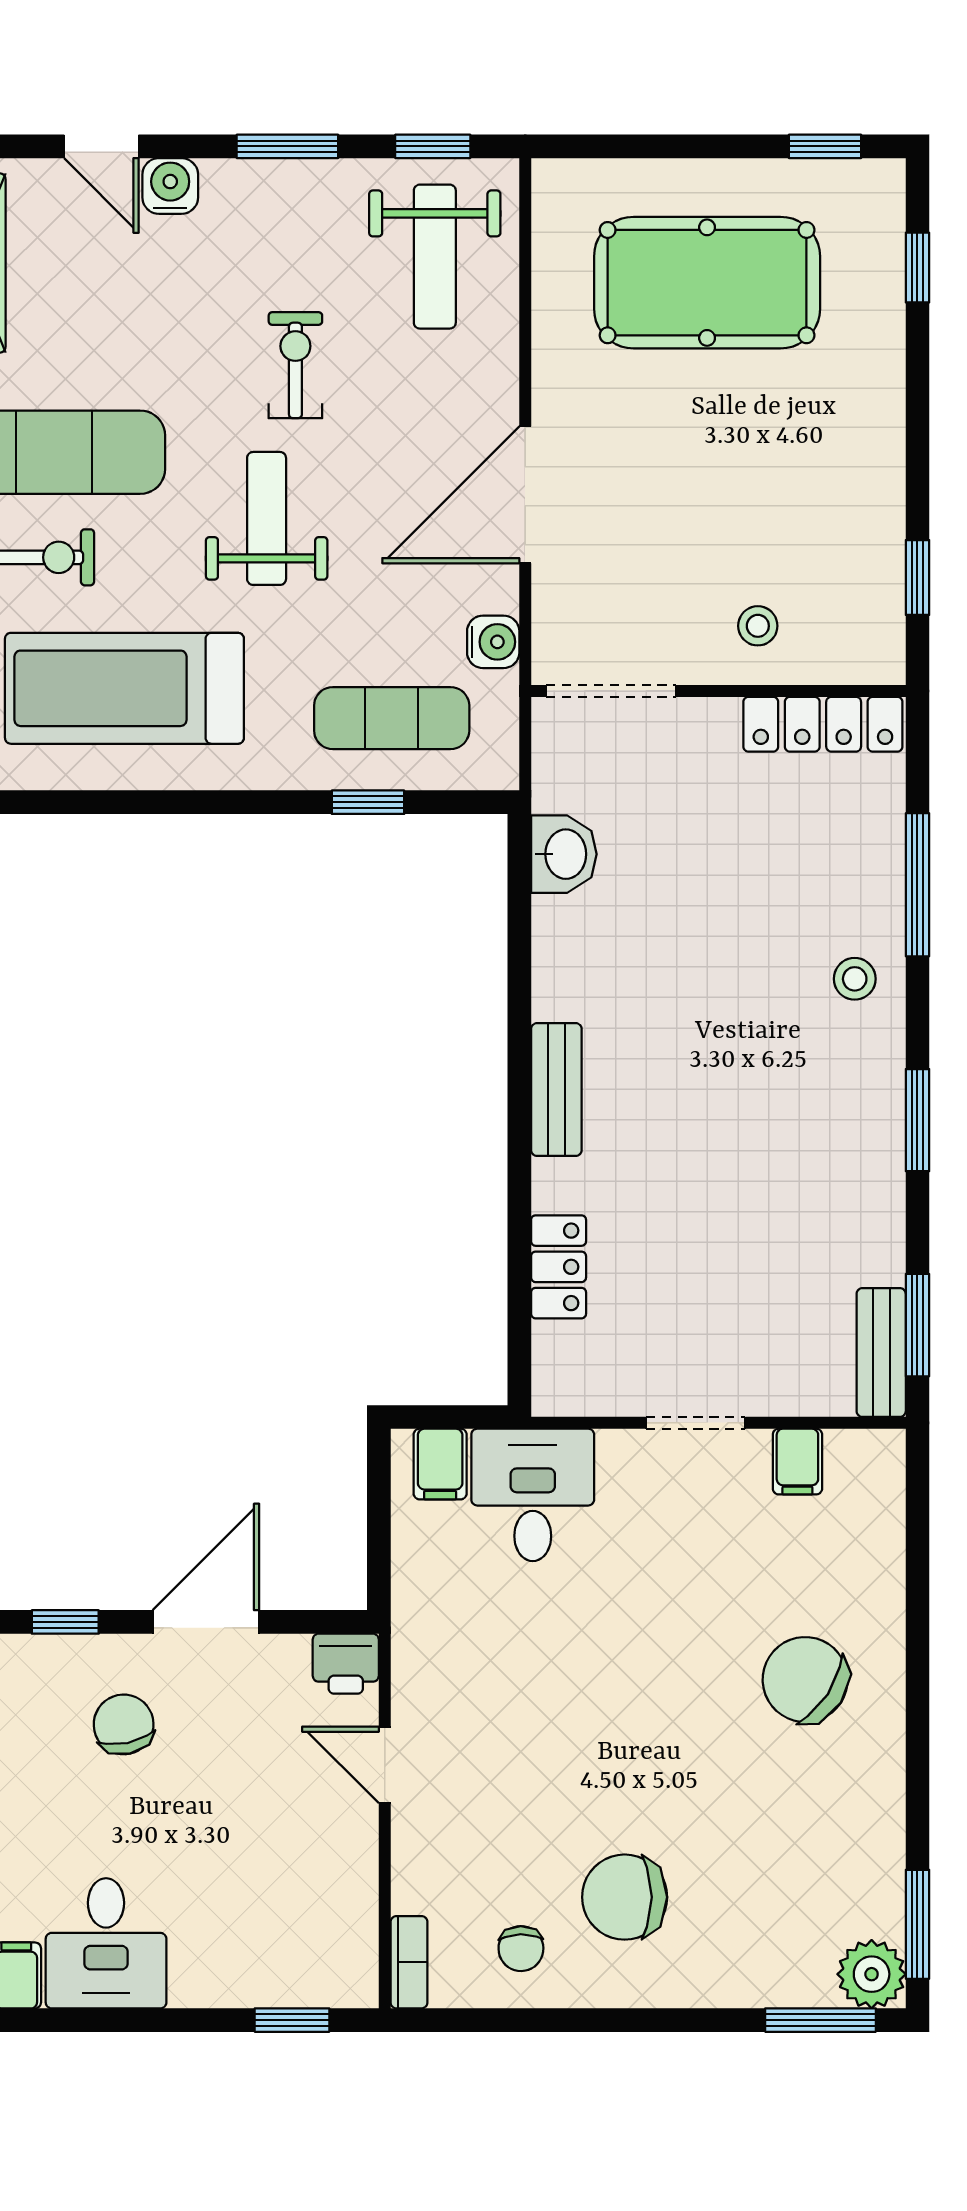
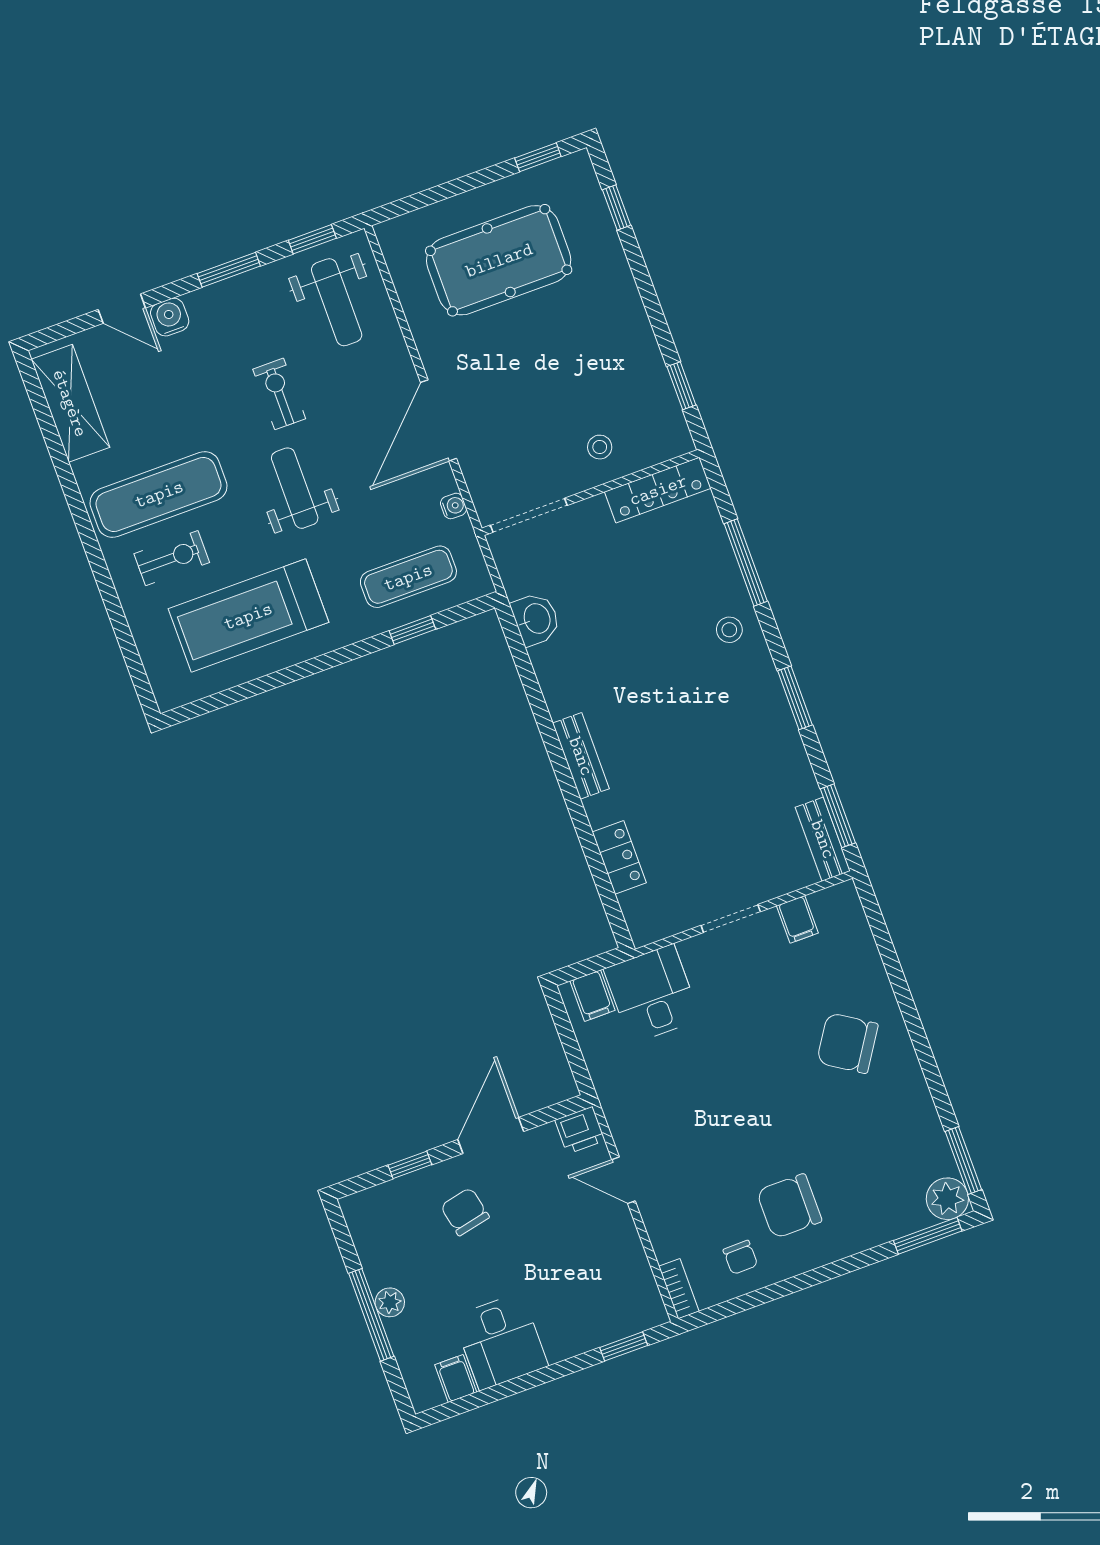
water cooler: (493, 642) -> (453, 506), width x0.72, depth x0.72

